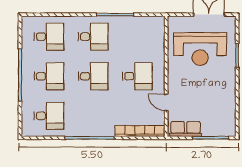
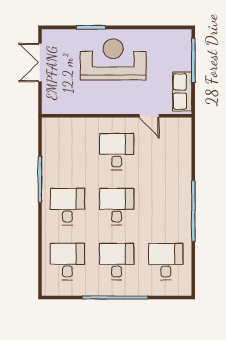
reception desk: (200, 49) -> (113, 59), moved, turned -90
door: (166, 102) -> (149, 116), hinge flipped
bookcase: (140, 131) -> (185, 148), removed

